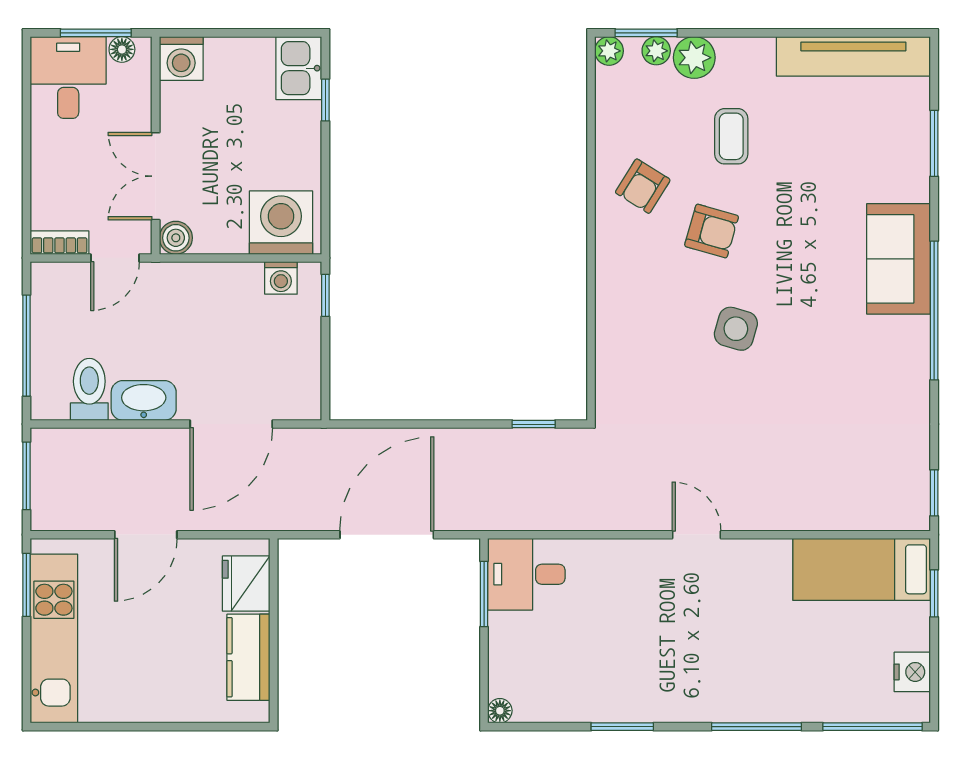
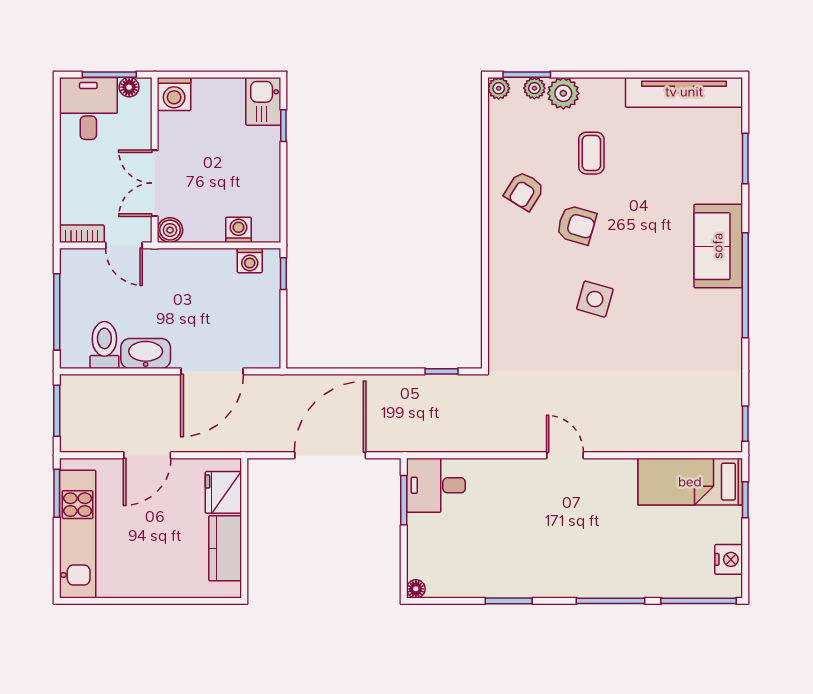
washing machine: (281, 223) -> (238, 230), width x0.53, depth x0.53
door: (115, 258) -> (124, 245), hinge flipped

